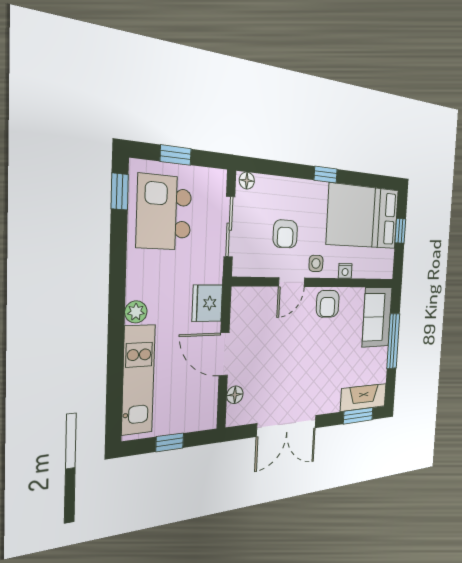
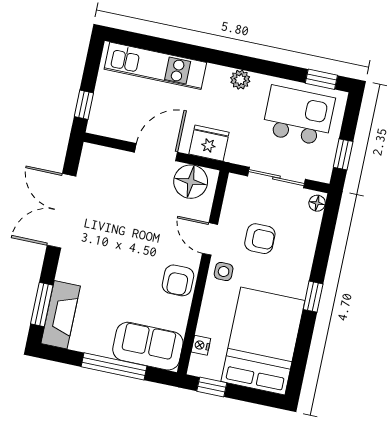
window: (176, 155) -> (343, 154), moved
window: (400, 231) -> (212, 387), moved
armchair: (285, 234) -> (260, 239), turned 180
nightstand: (345, 271) -> (201, 345), moved
armchair: (328, 304) -> (178, 280), turned -90
plant: (136, 312) -> (240, 80), moved
floor lamp: (235, 395) -> (191, 182), moved, width x1.89, depth x1.89
window: (170, 442) -> (84, 105), moved

